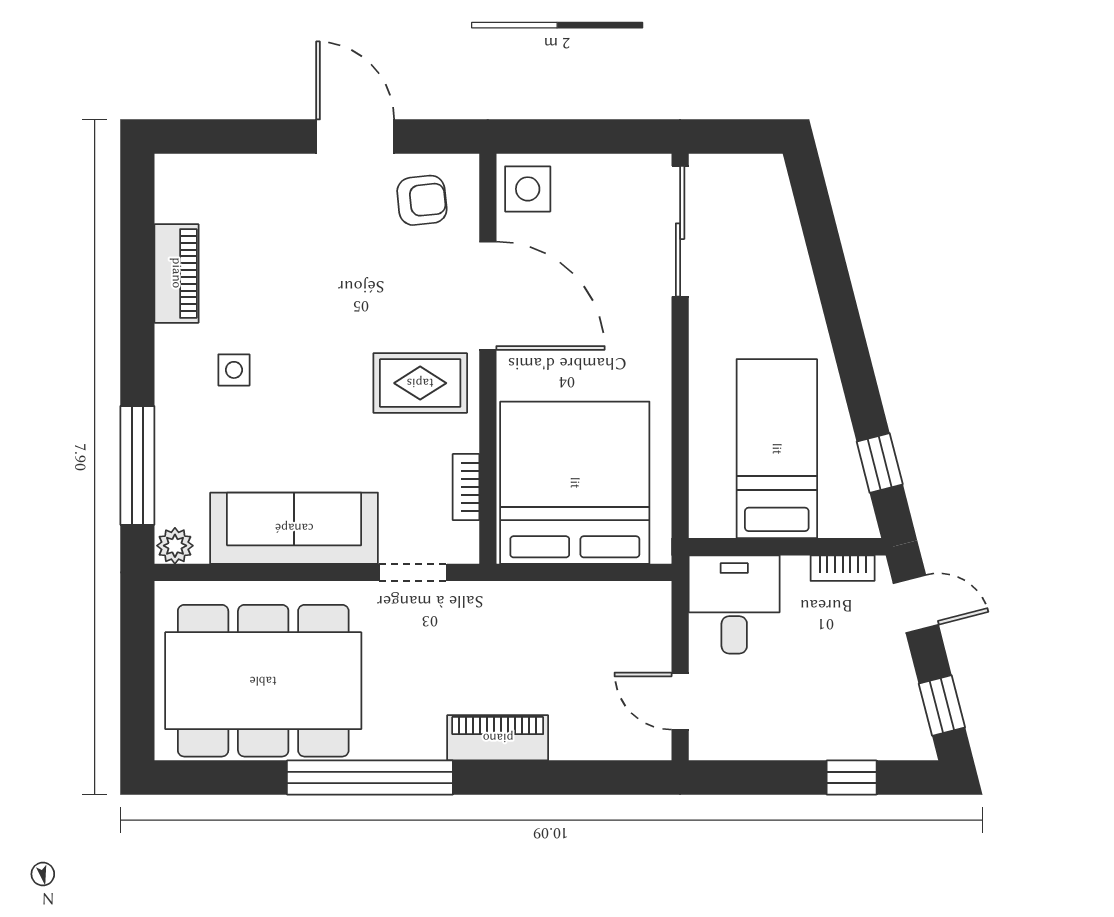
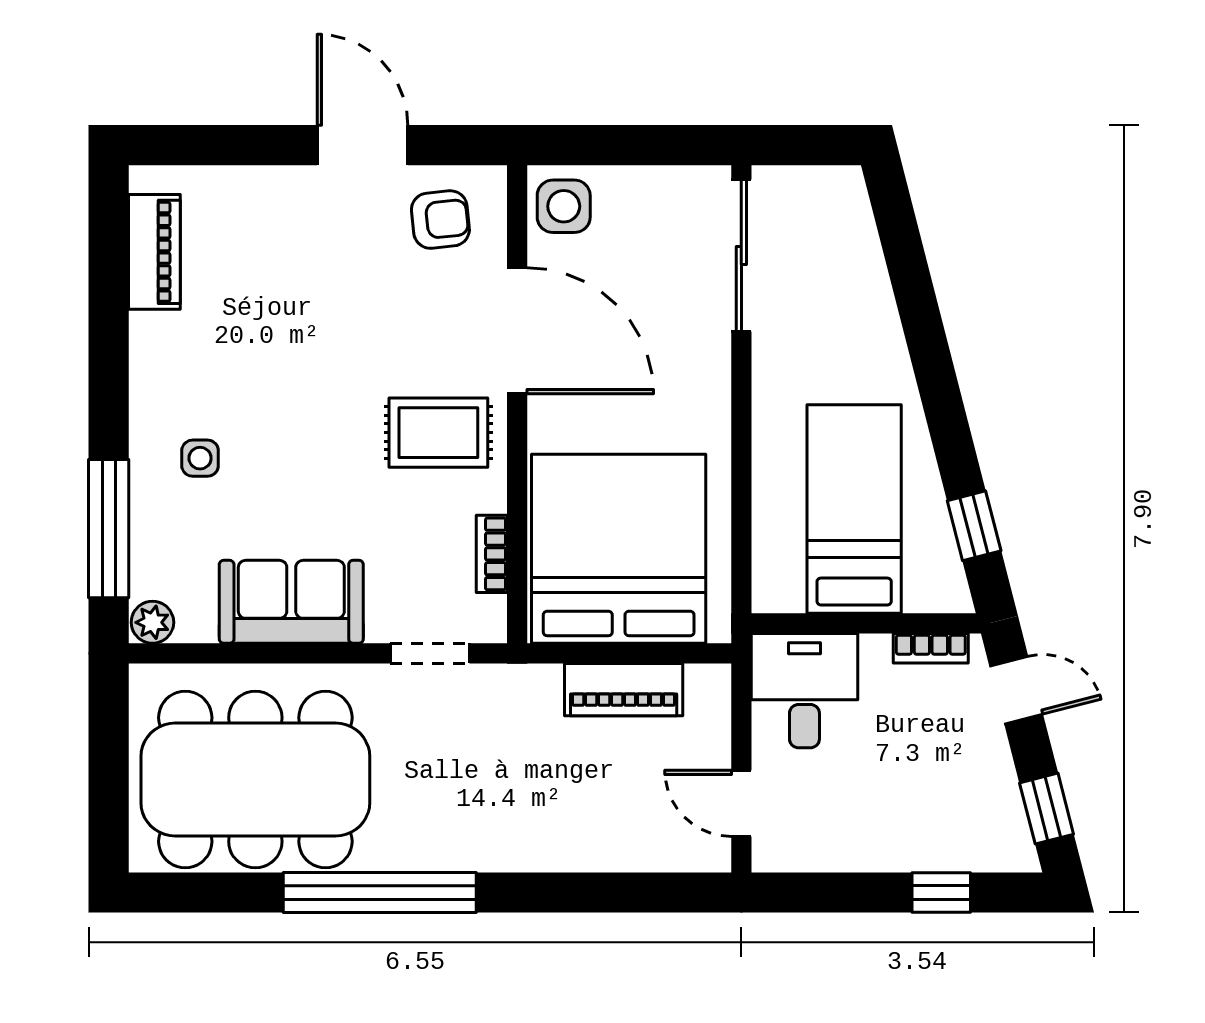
piano: (177, 273) -> (154, 252), moved
side table: (234, 370) -> (200, 458), moved
sofa: (294, 528) -> (291, 602), width x0.73
piano: (498, 738) -> (624, 690), moved, turned 180

